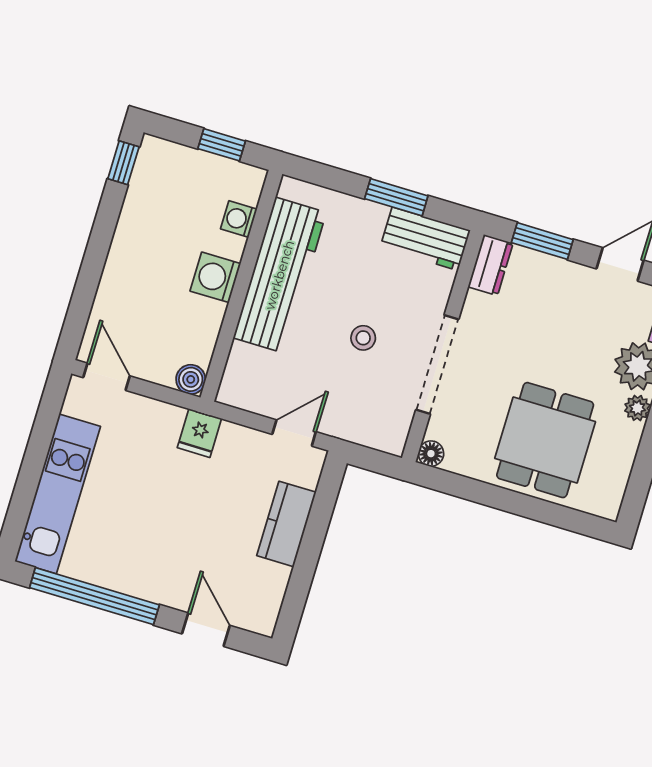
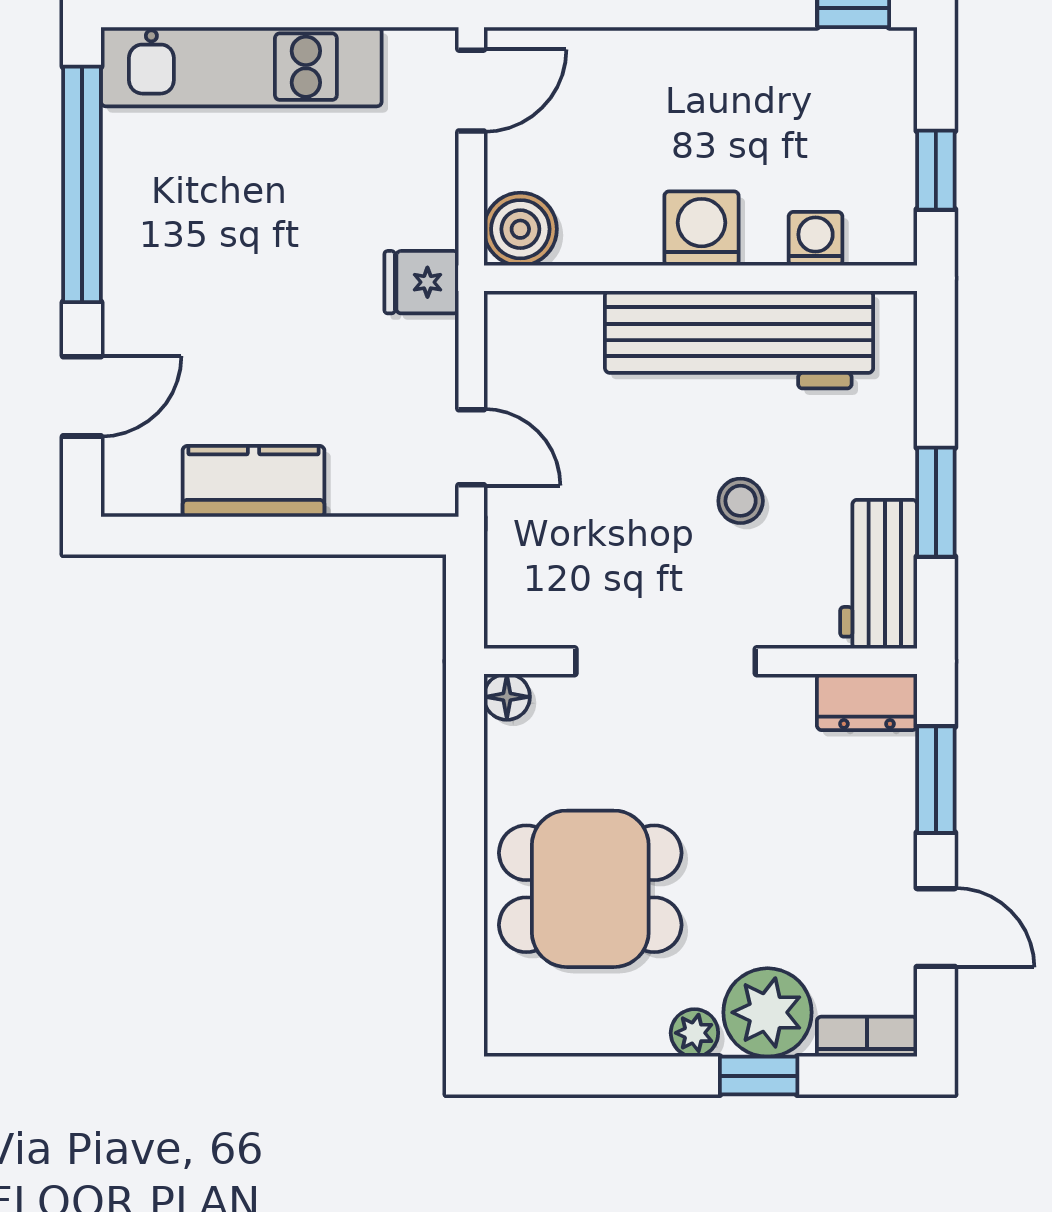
stool: (363, 338) -> (741, 501), moved
boiler: (191, 379) -> (520, 229), width x1.36, depth x1.36
kitchen counter: (286, 524) -> (253, 481), moved

